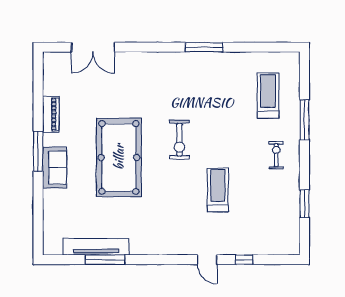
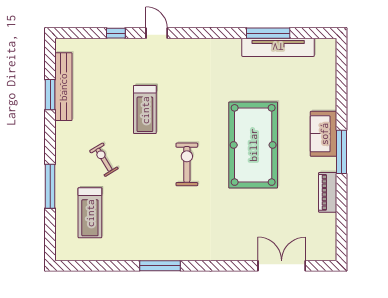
exercise bike: (276, 155) -> (104, 160), moved, turned 149
bench: (292, 211) -> (63, 87), added

